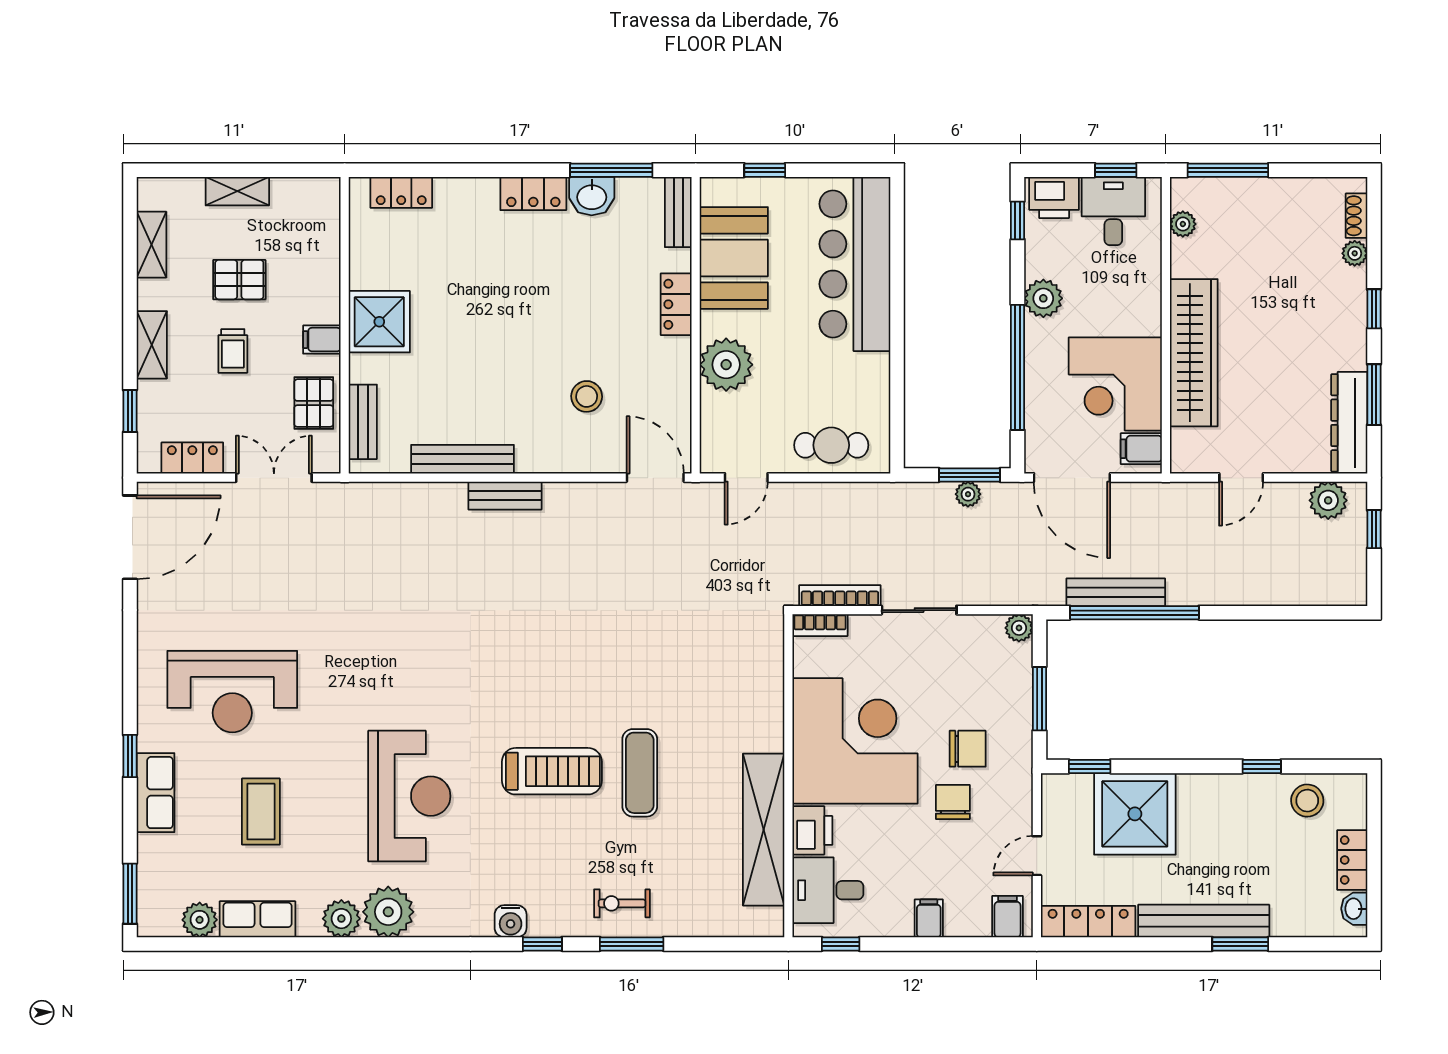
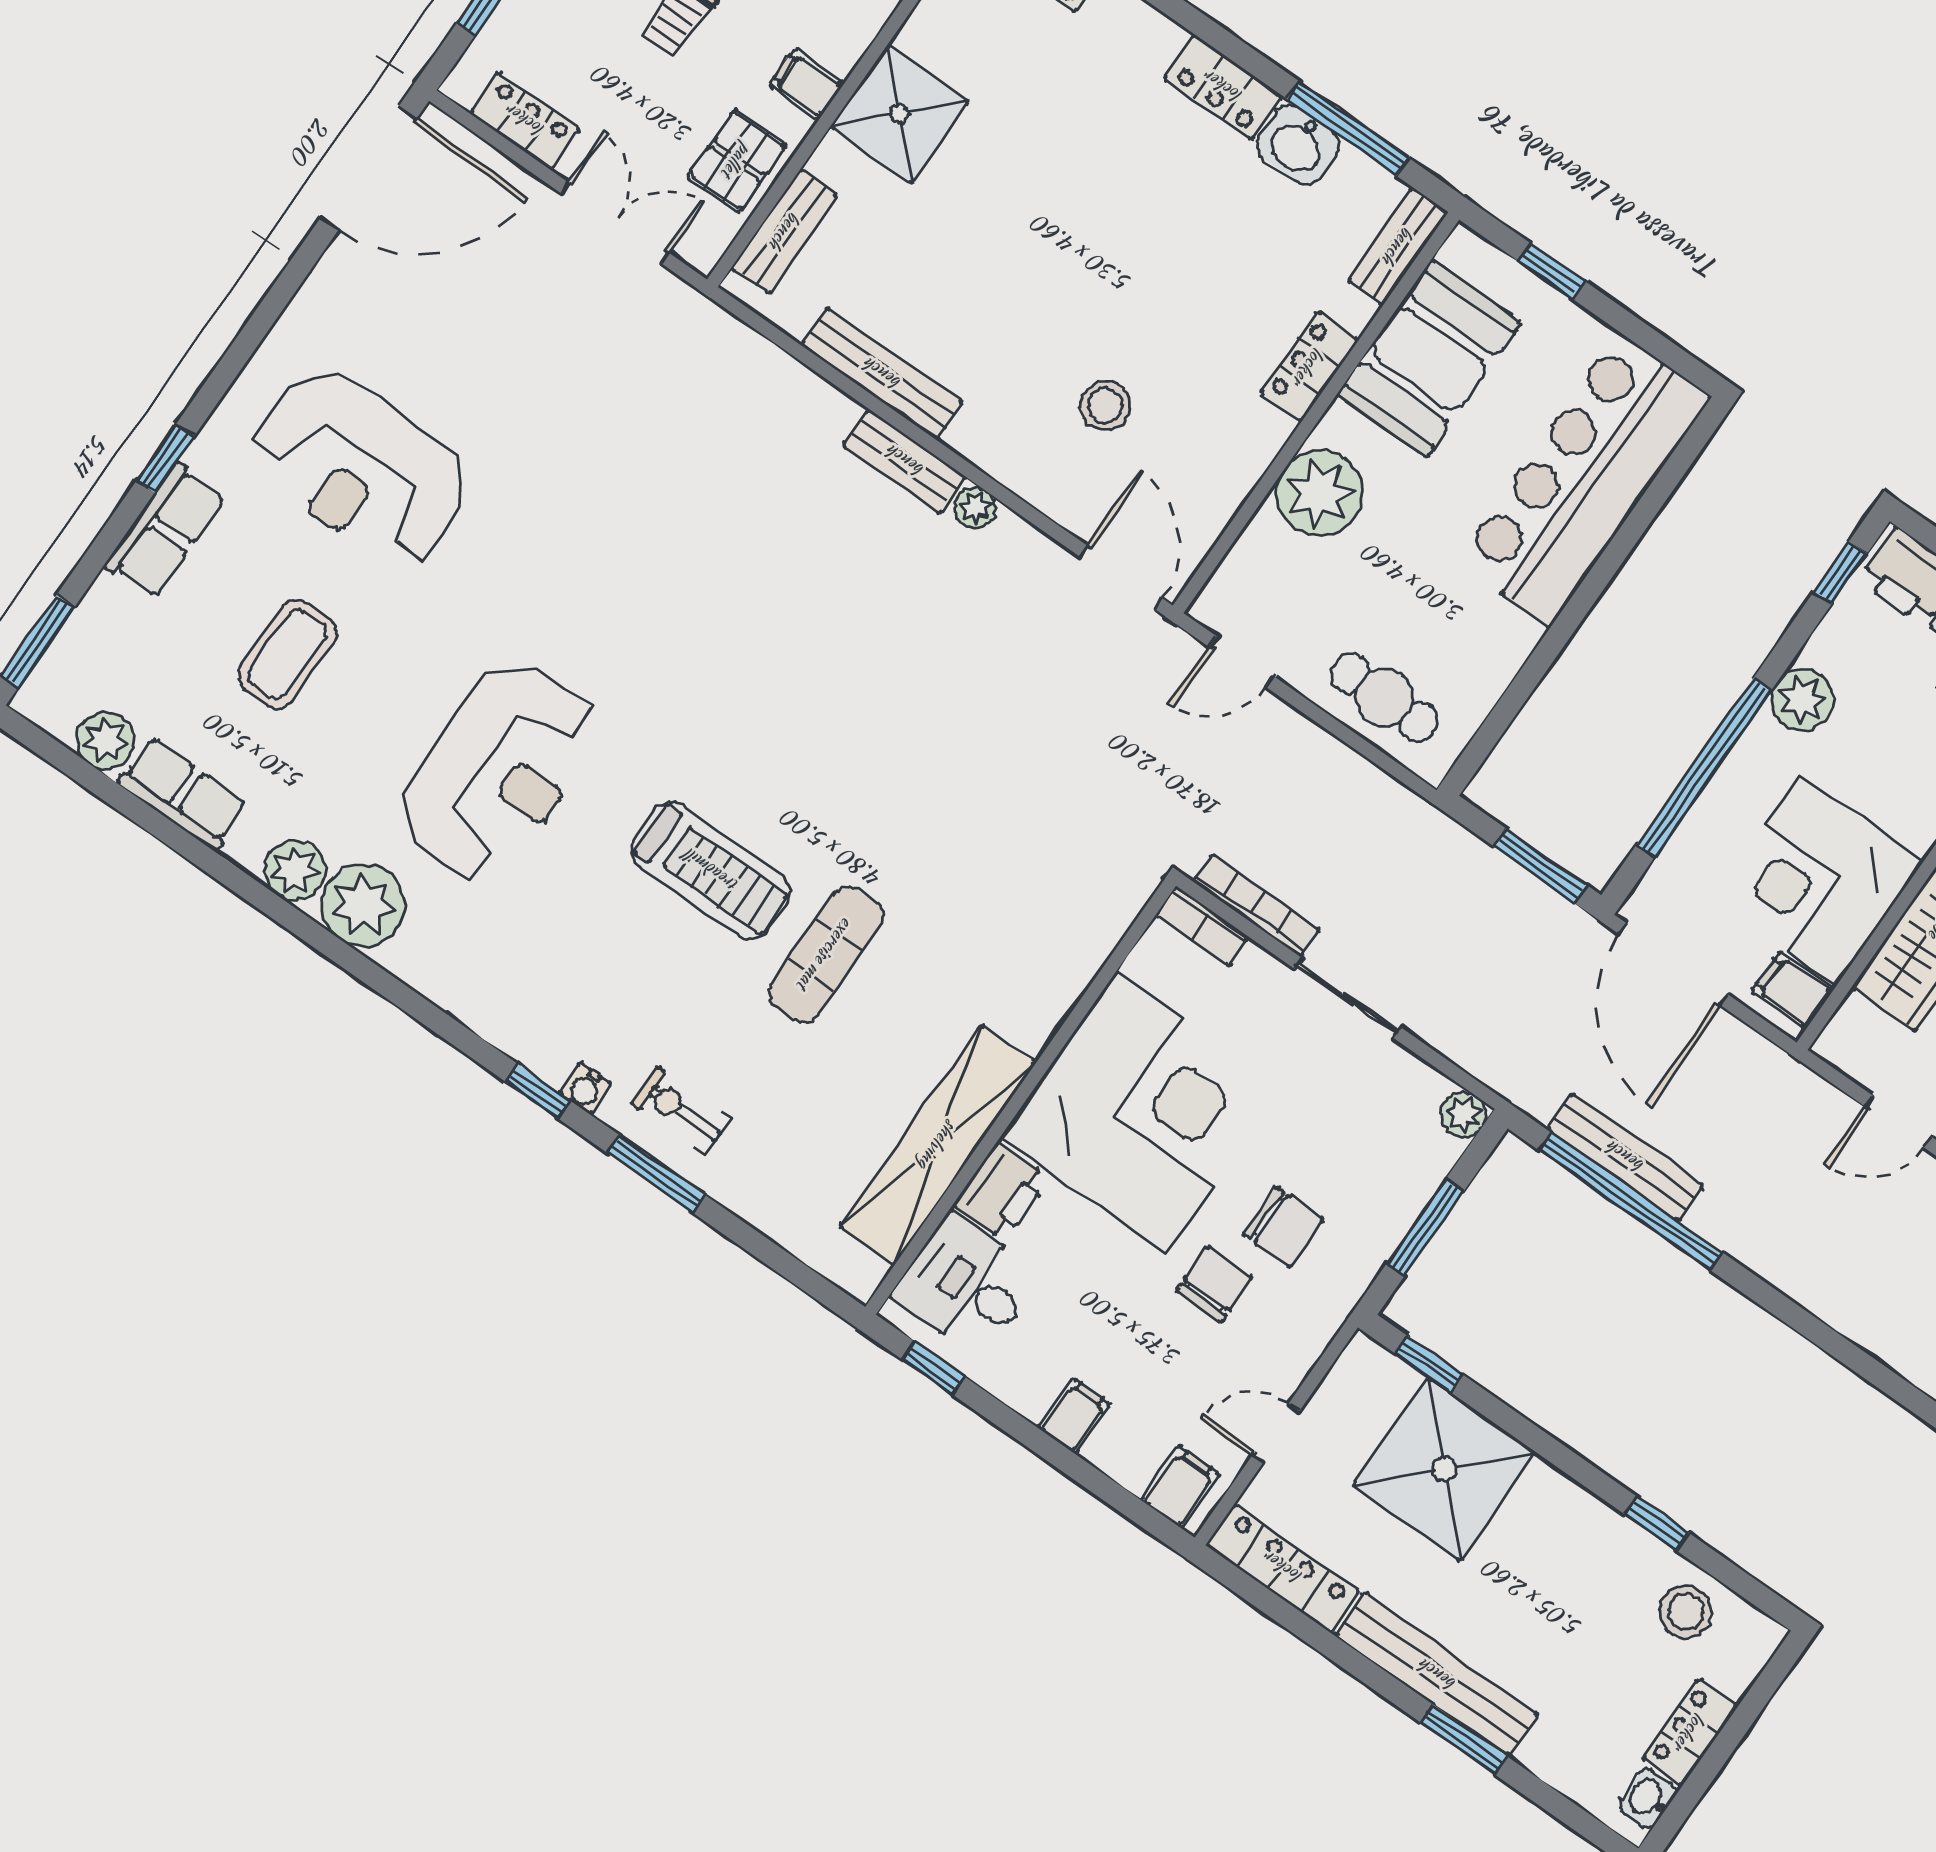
plant: (968, 494) -> (975, 508), moved
water cooler: (511, 921) -> (585, 1088), moved, width x0.72, depth x0.72

